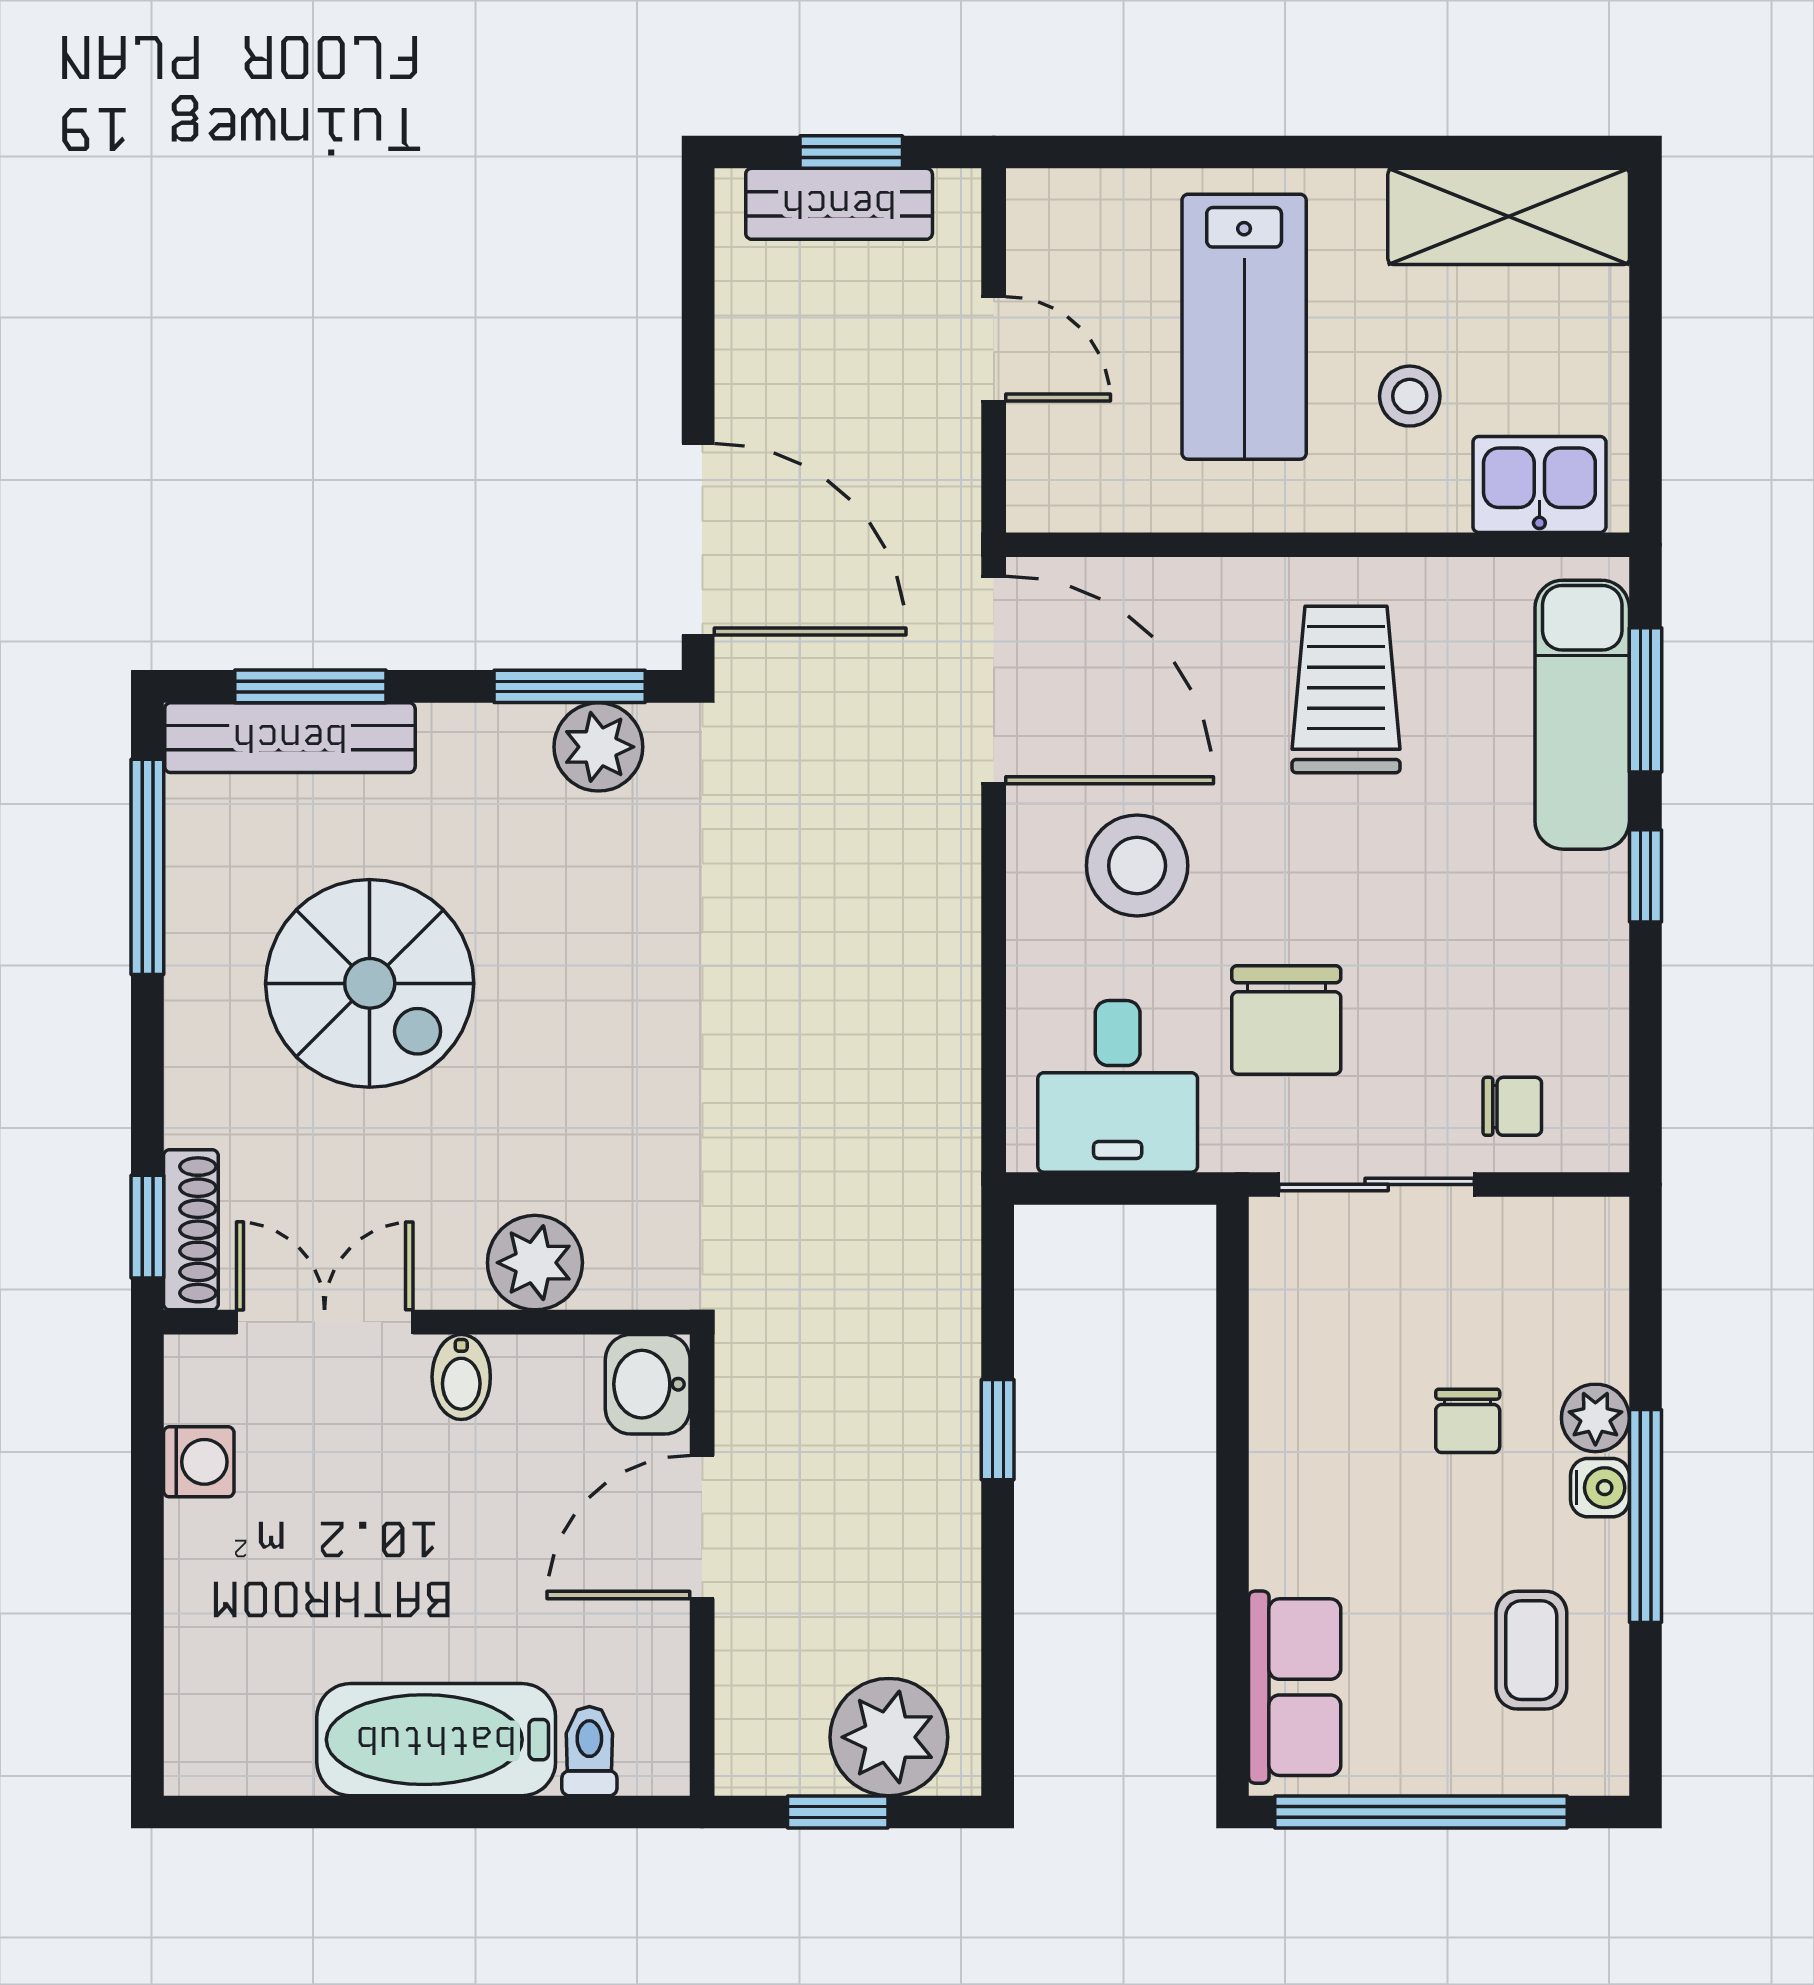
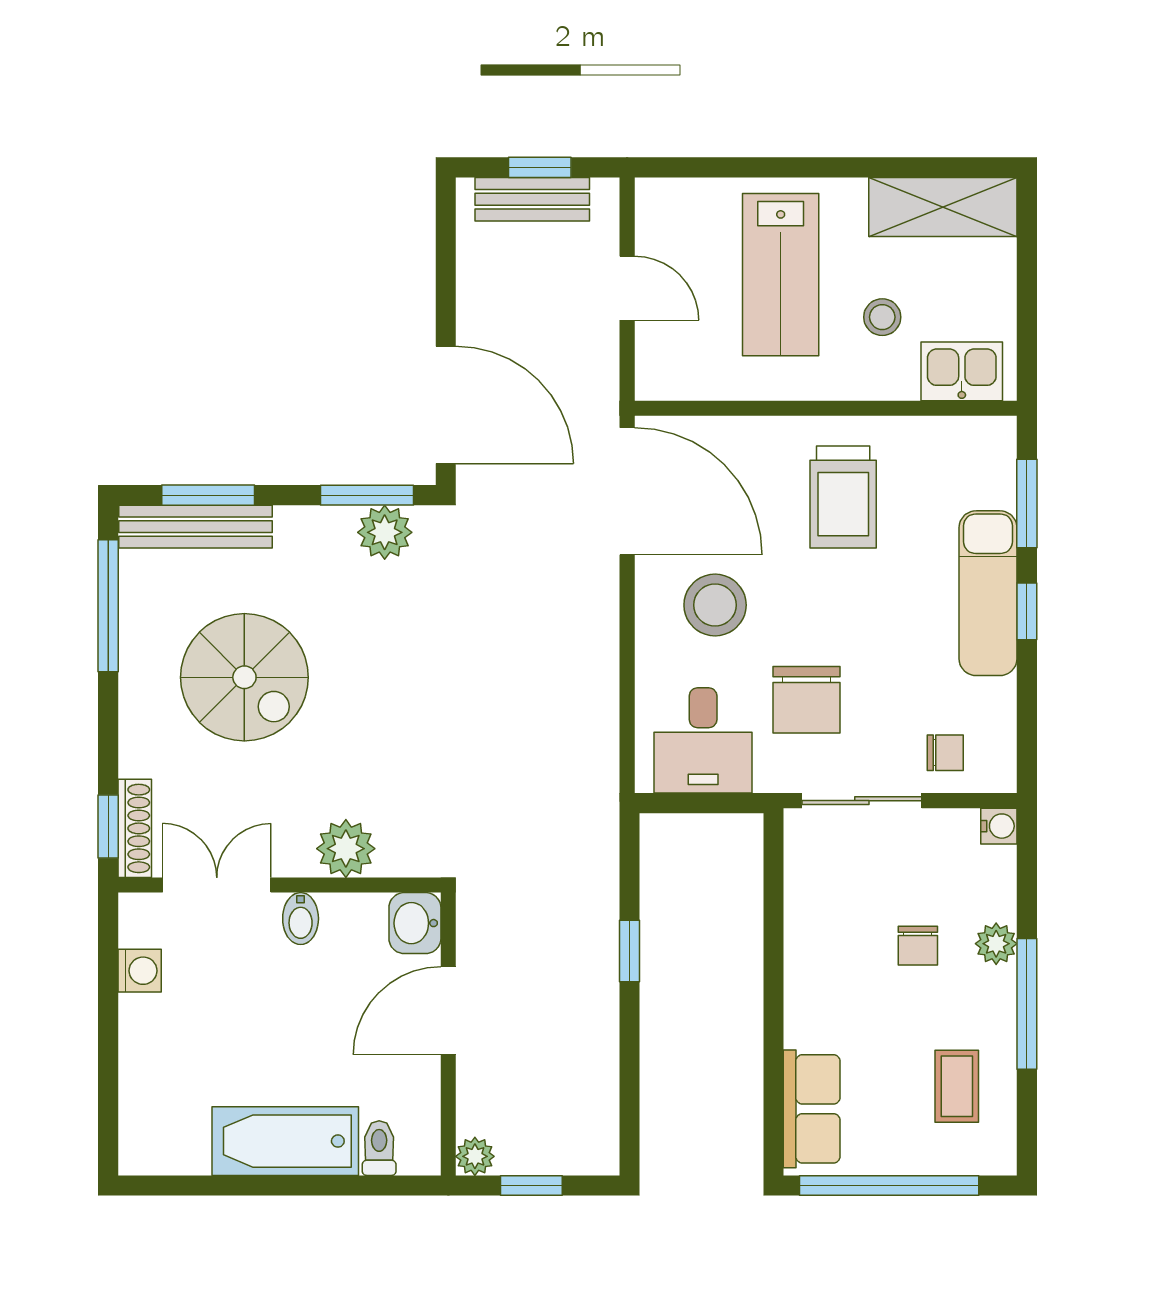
trolley: (1346, 689) -> (843, 497), turned 180
exam couch: (1582, 715) -> (988, 593), moved
water cooler: (1600, 1488) -> (999, 826), moved
plant: (889, 1737) -> (475, 1156), moved, width x0.53, depth x0.53

